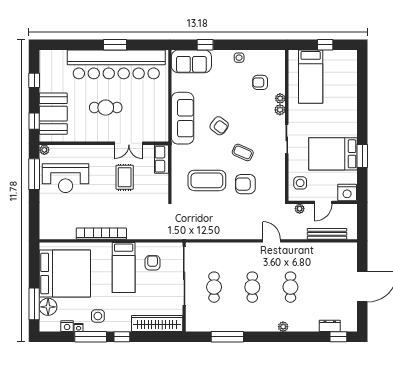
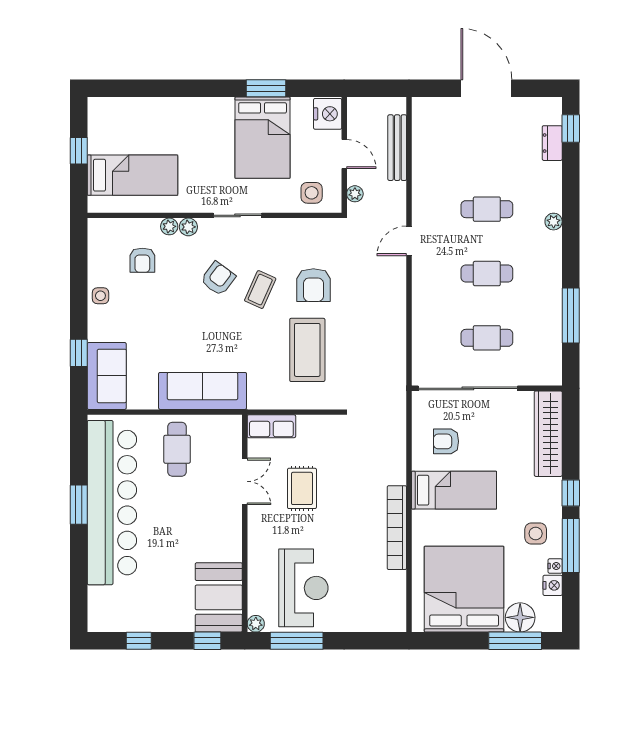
cafe table: (106, 108) -> (177, 449), moved
booth: (53, 114) -> (219, 597), moved, turned 90
armchair: (219, 126) -> (218, 279), moved
rug: (125, 177) -> (302, 488), turned 90

